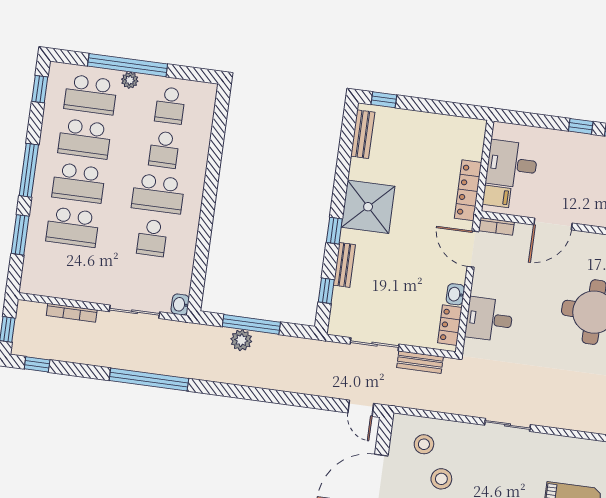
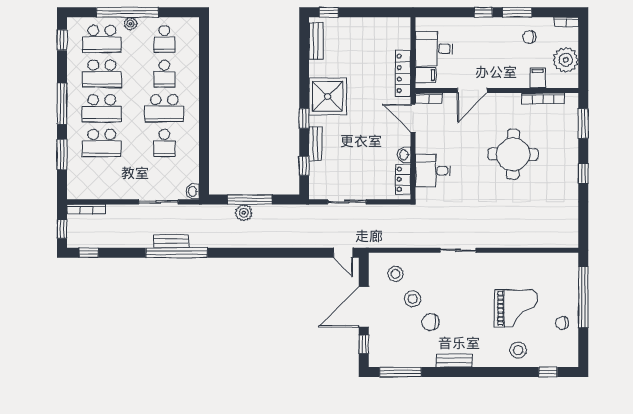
bookcase: (72, 313) -> (86, 209), moved
bench: (420, 362) -> (171, 241), moved

